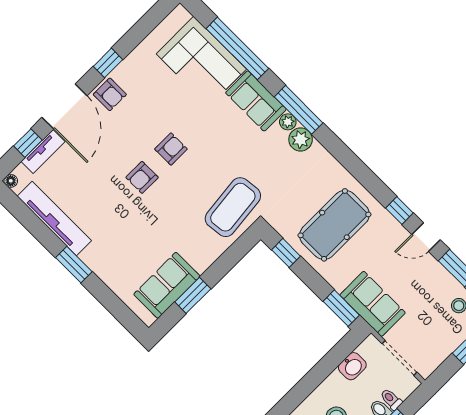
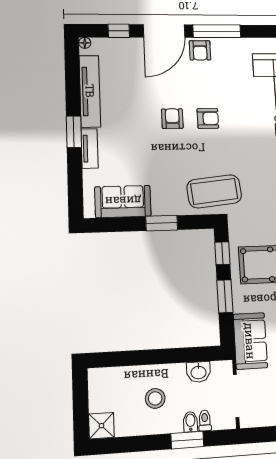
window: (108, 63) -> (217, 31), width x2.17
tv unit: (43, 152) -> (90, 149), moved, turned -90
armchair: (142, 177) -> (172, 119), turned 90
window: (193, 295) -> (162, 223), moved
window: (341, 308) -> (225, 296), moved

